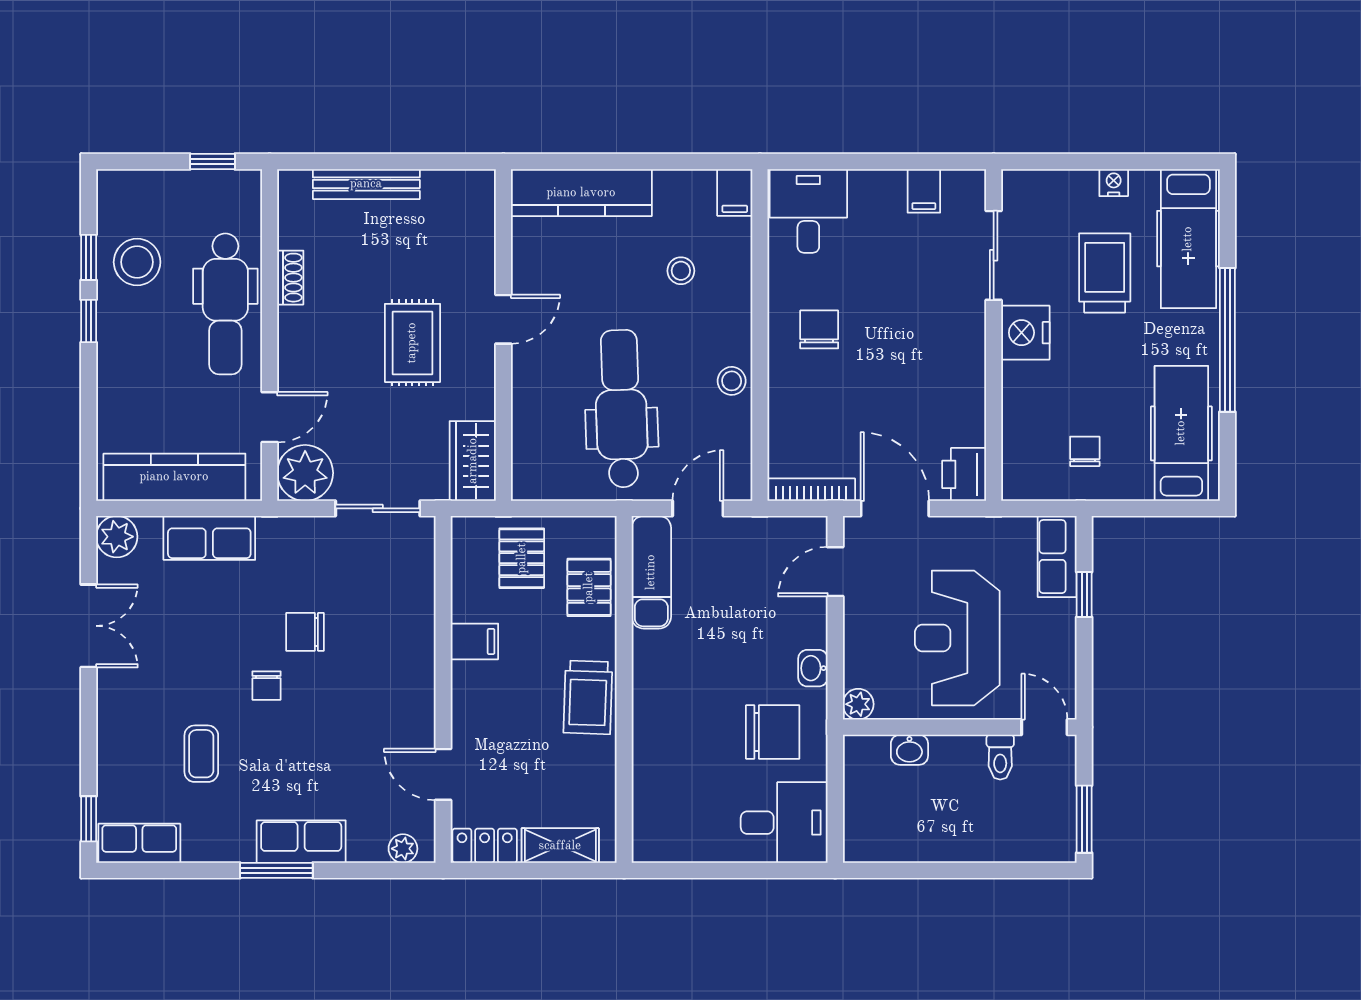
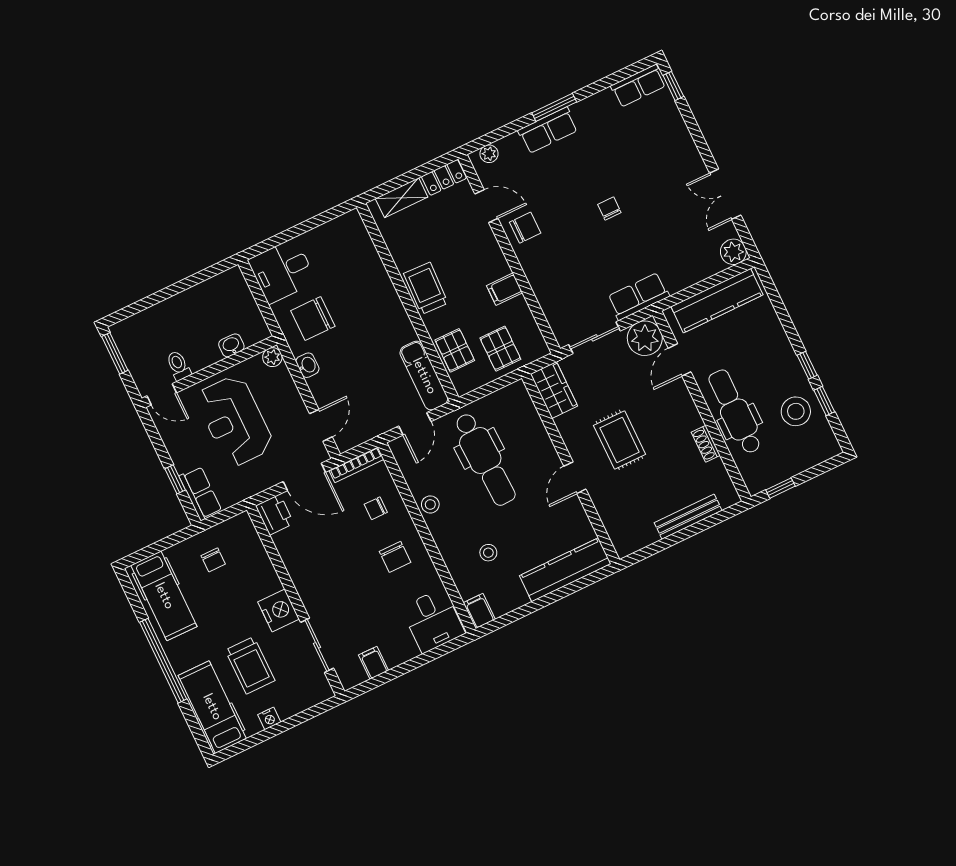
chair: (813, 413) -> (376, 508), added
row of seats: (209, 538) -> (638, 296), moved
chair: (305, 632) -> (525, 228), moved
reception desk: (957, 638) -> (235, 421), turned 180
coffee table: (201, 754) -> (628, 153), removed

